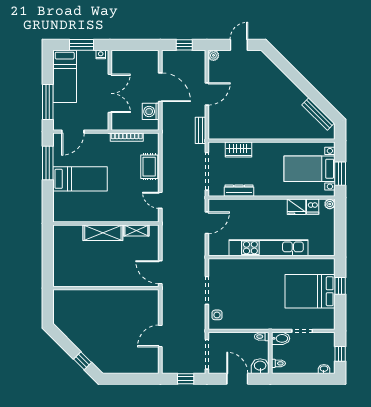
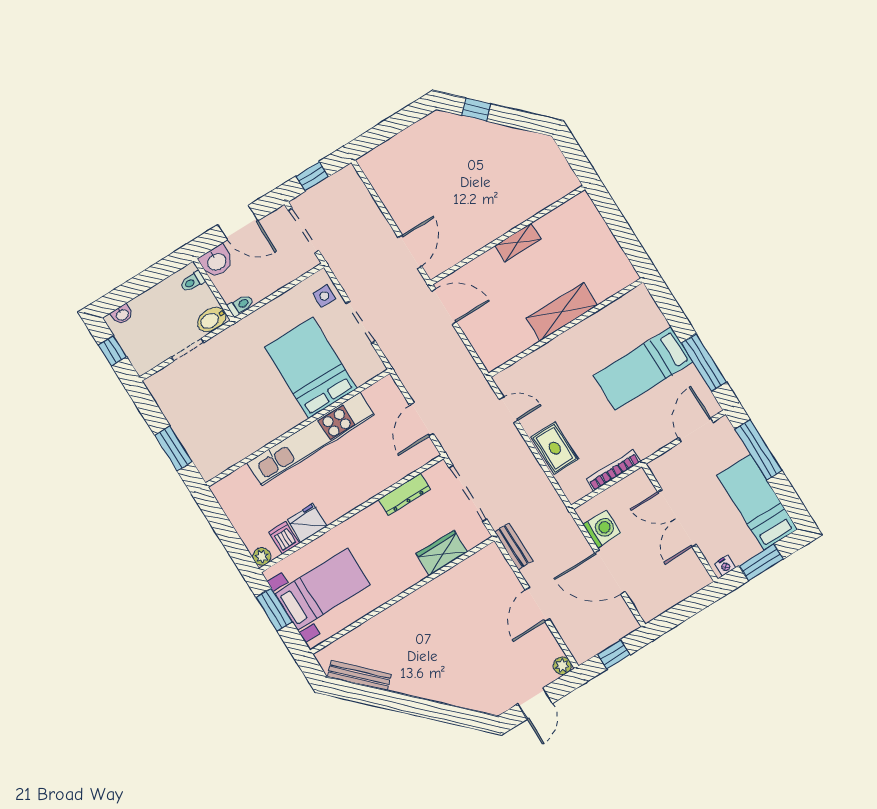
shelving: (136, 230) -> (518, 242), moved
window: (340, 286) -> (174, 448), width x1.50
bed: (310, 291) -> (311, 368), moved, turned -90
door: (160, 336) -> (410, 252), moved

